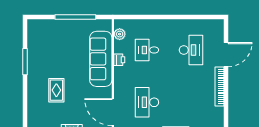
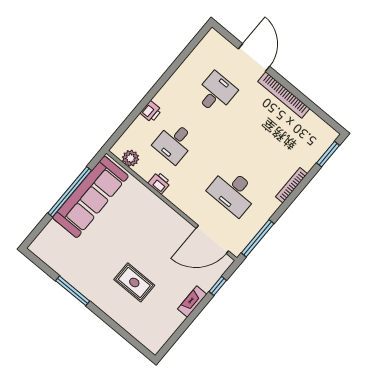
printer: (153, 24) -> (151, 111), added
desk: (191, 50) -> (216, 93), width x0.73
sofa: (101, 59) -> (90, 197), moved, turned -90

